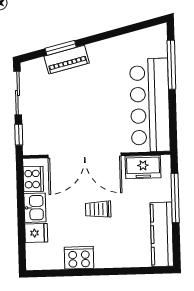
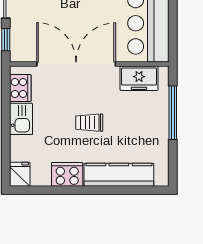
double door: (84, 155) -> (76, 64), swing flipped
fridge: (36, 233) -> (20, 174), moved, turned -90
kitchen counter: (162, 234) -> (119, 175), moved, turned 90

